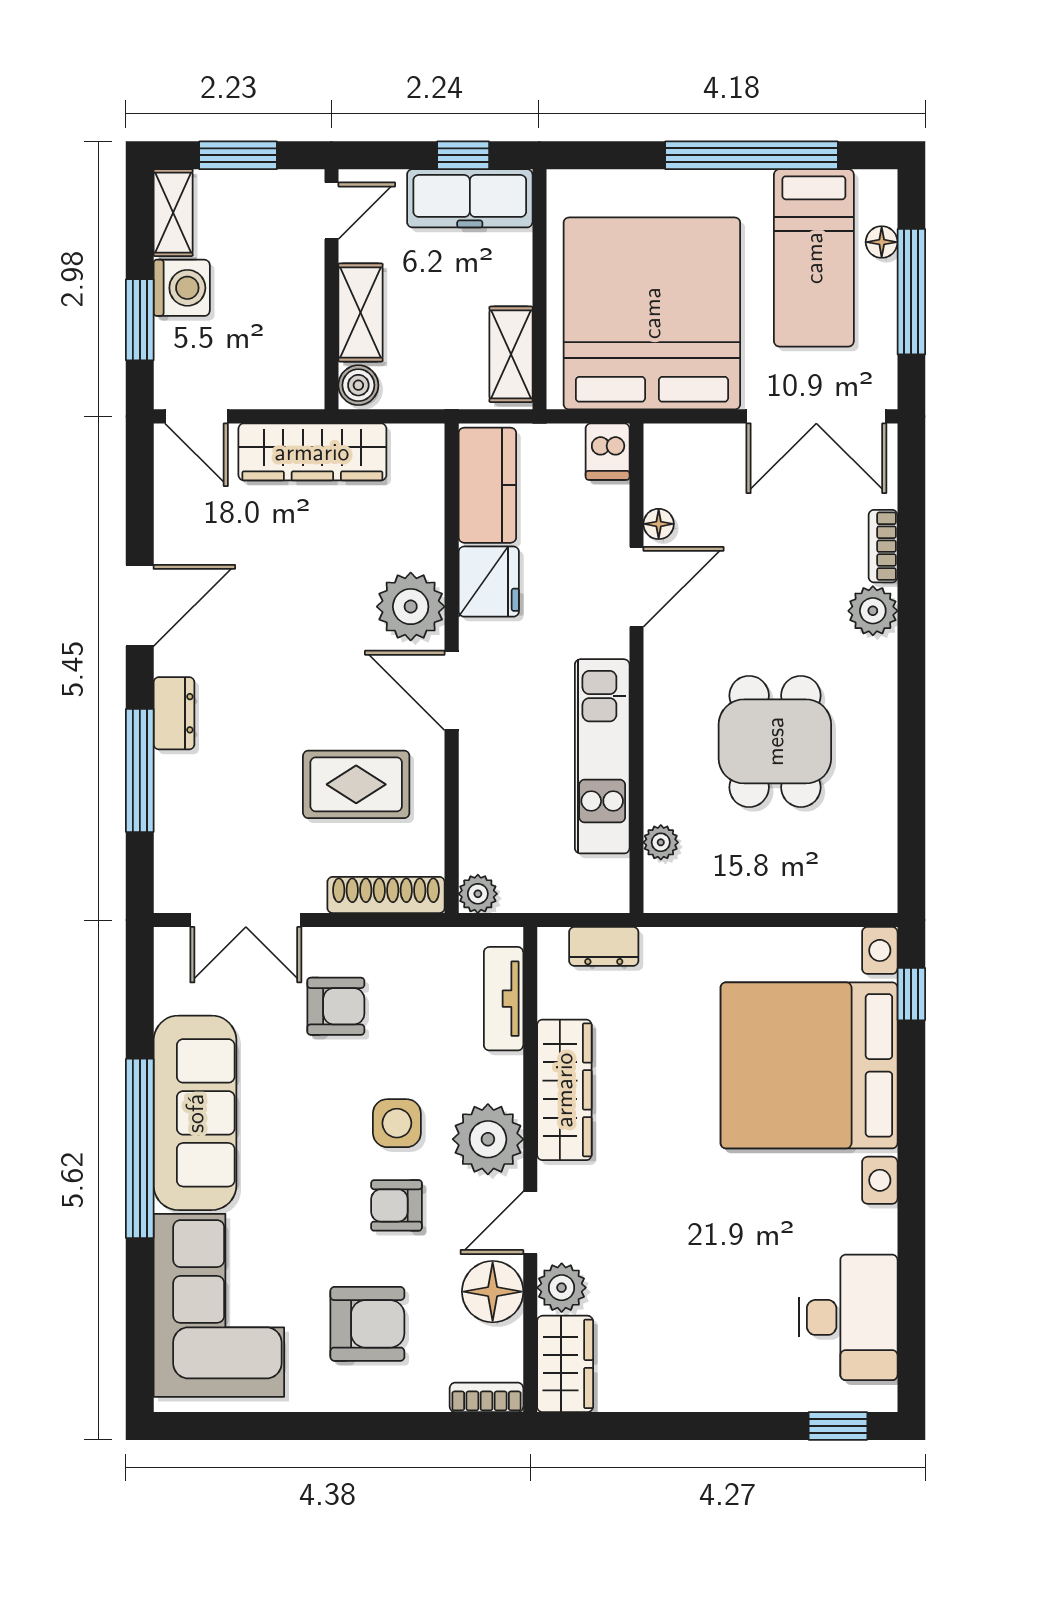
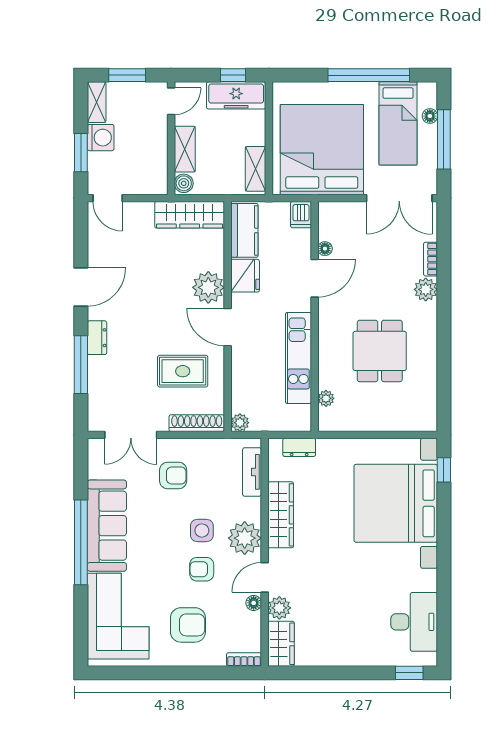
wardrobe: (312, 452) -> (190, 215), moved
floor lamp: (493, 1292) -> (254, 603), width x0.53, depth x0.53

